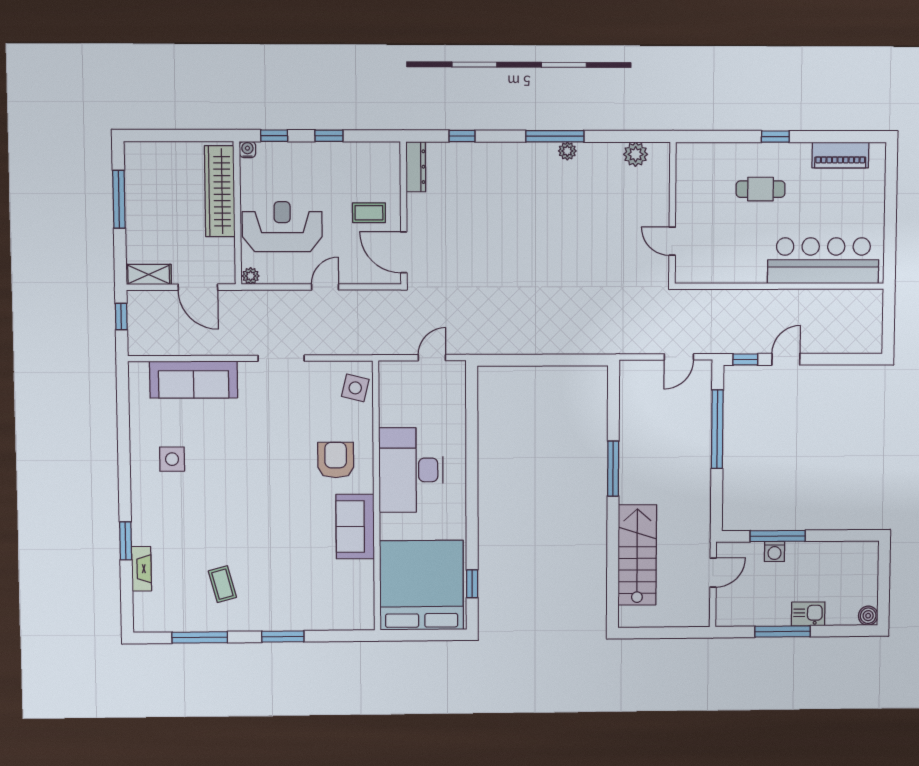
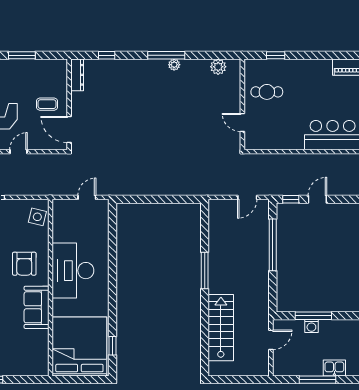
window: (329, 136) -> (22, 55), width x1.50
window: (775, 137) -> (276, 55), moved
cafe table: (761, 189) -> (267, 92), moved
armchair: (336, 460) -> (24, 264), turned 180

